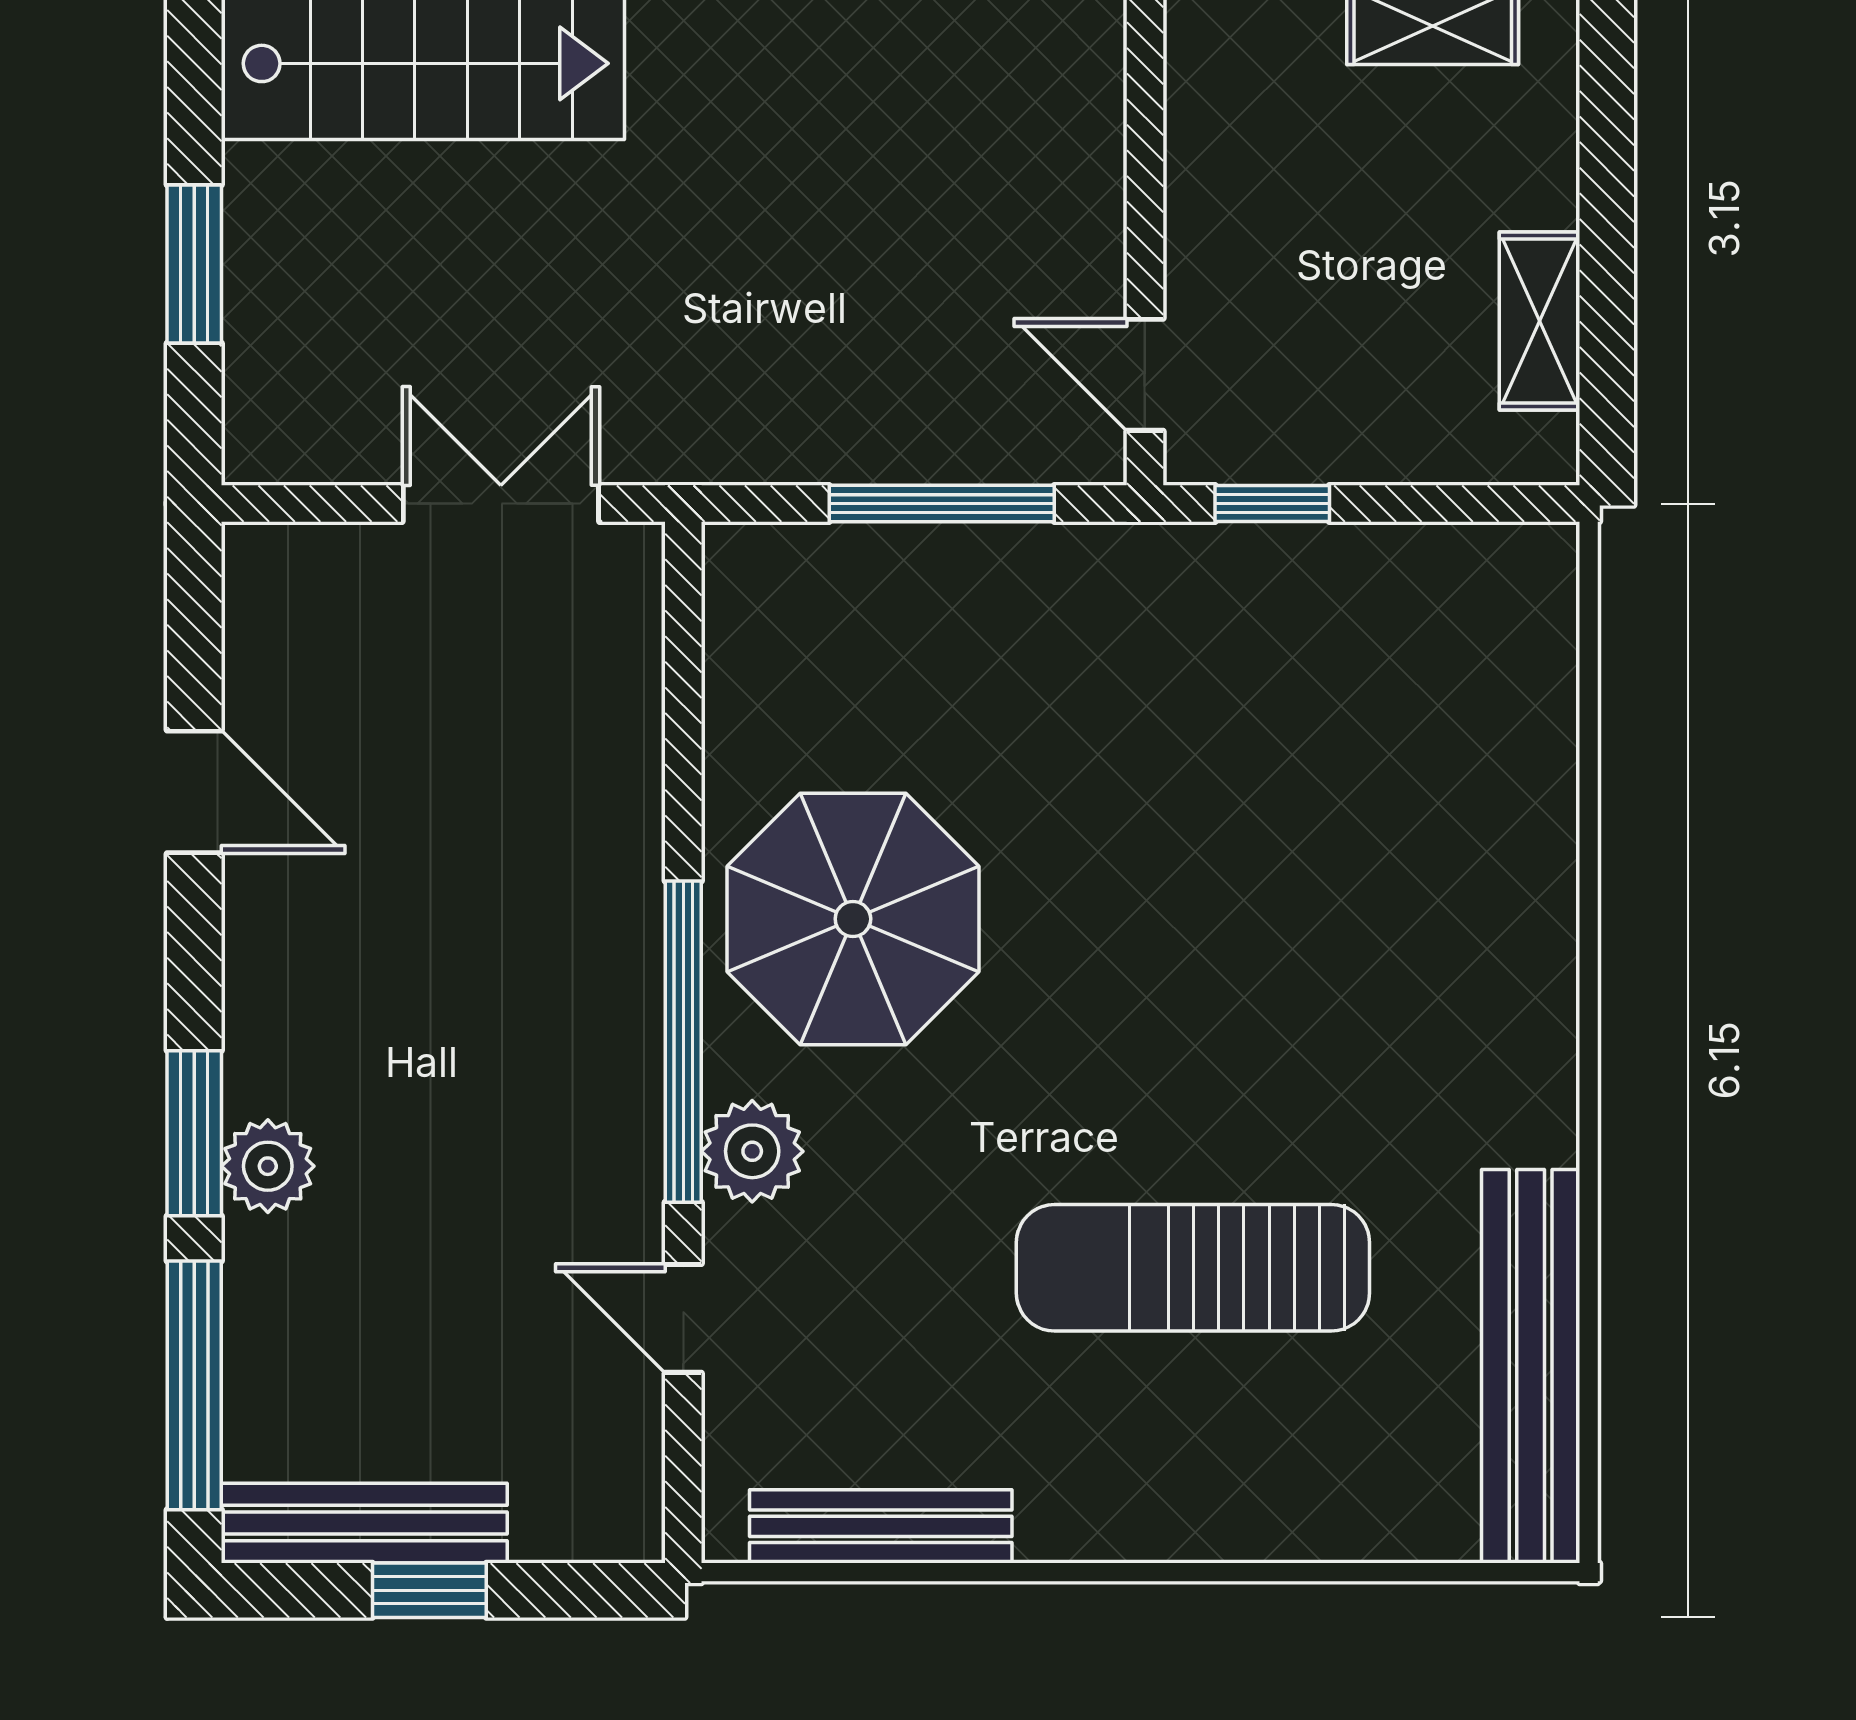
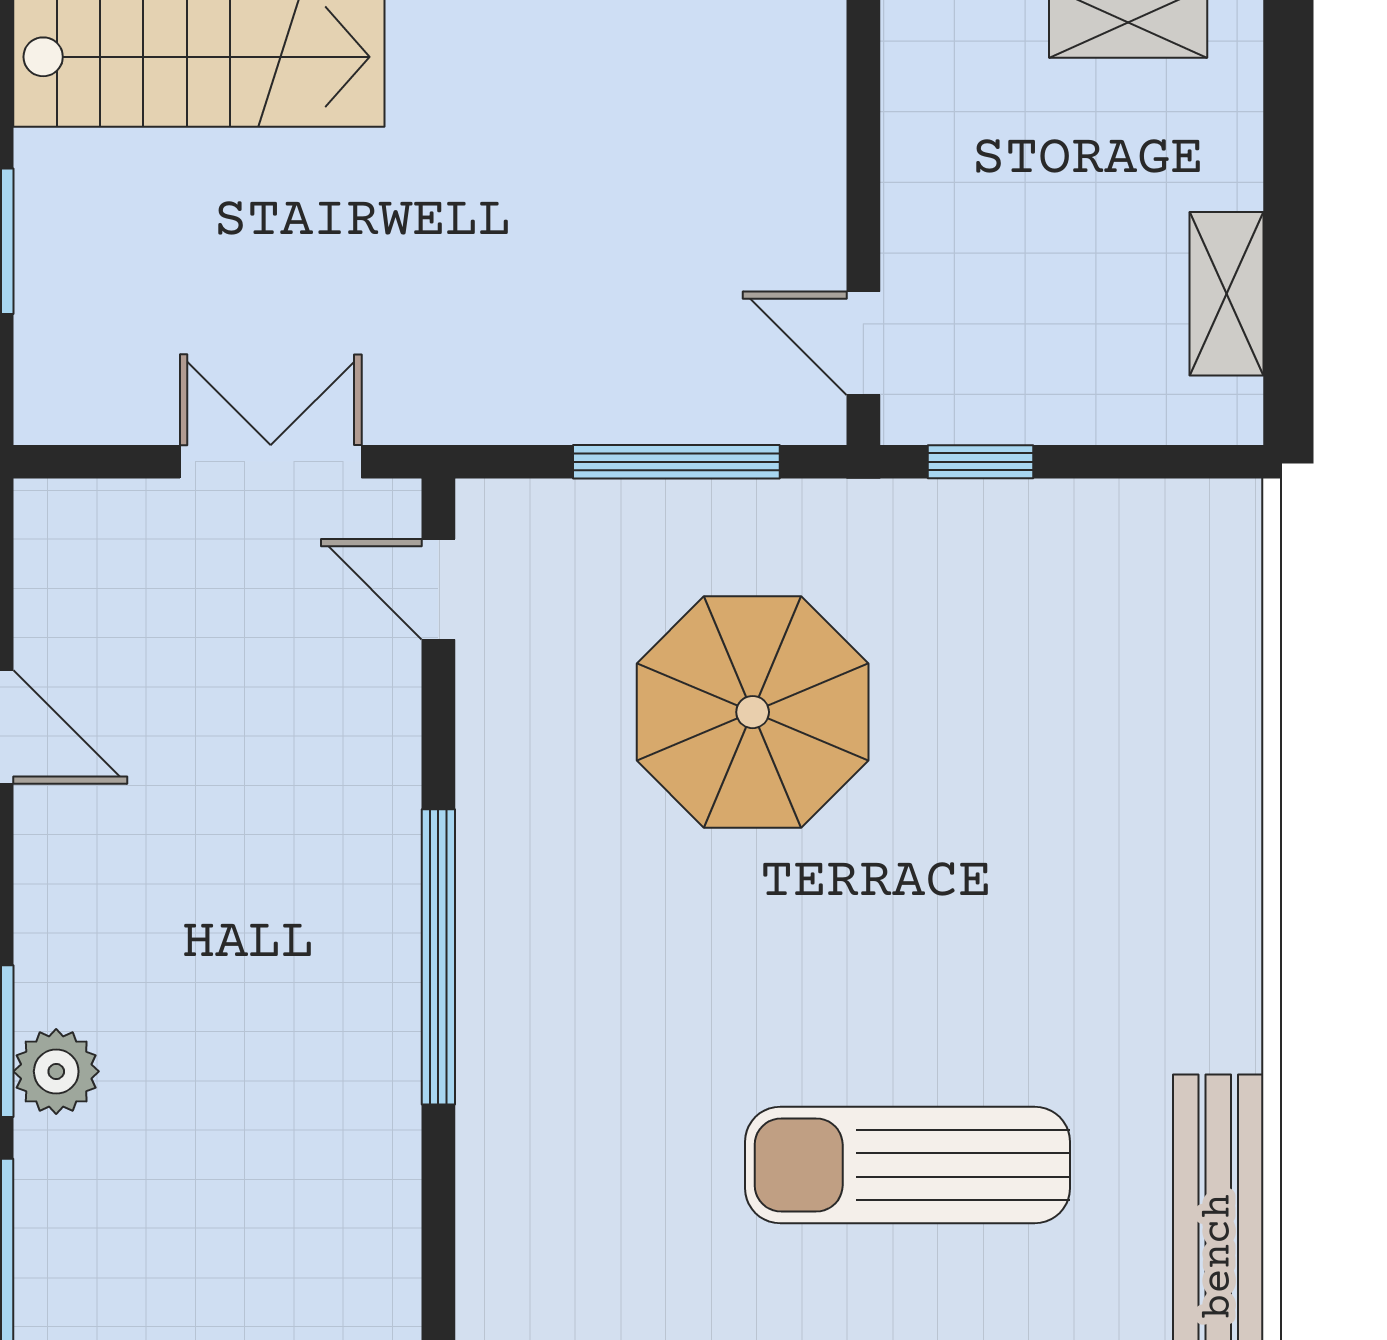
parasol: (853, 919) -> (753, 712), moved
plant: (752, 1151) -> (502, 1058), removed
door: (683, 1318) -> (438, 589), moved

